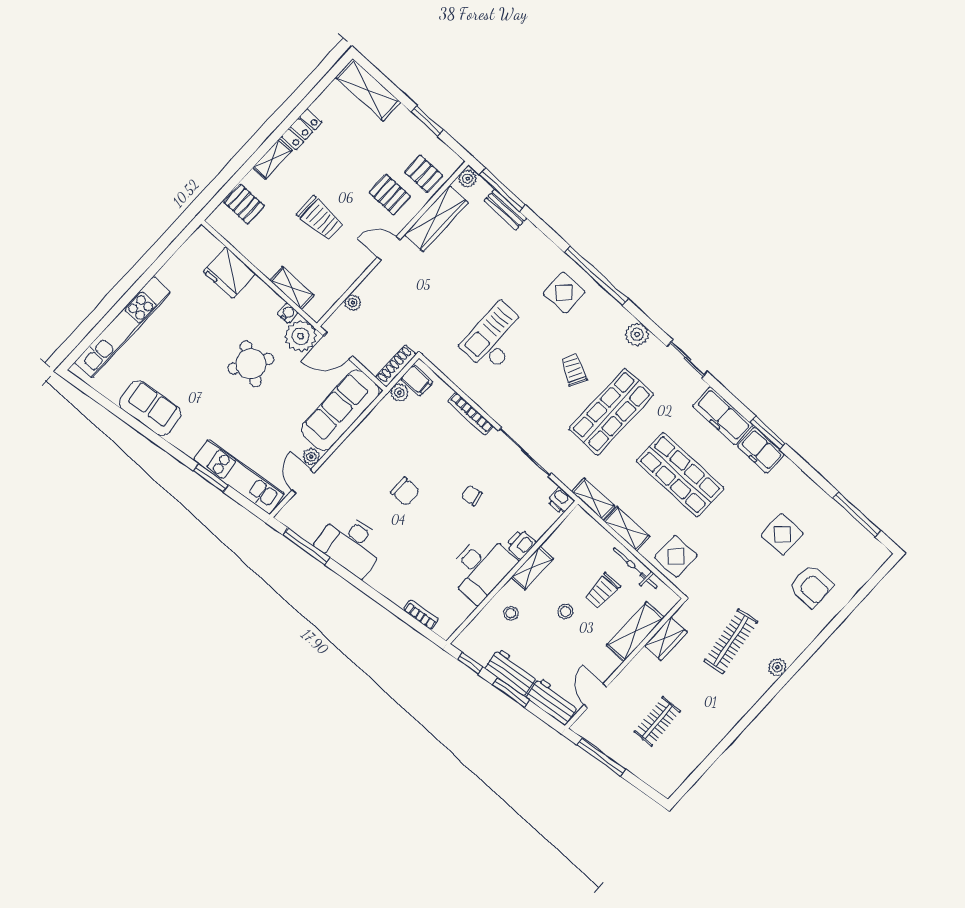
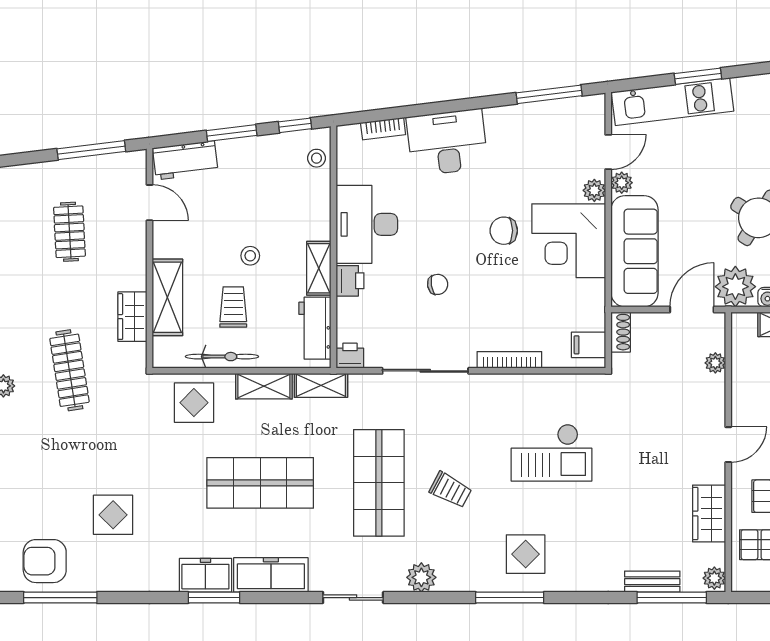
wardrobe: (436, 219) -> (709, 514), width x0.67
window: (596, 276) -> (510, 598), width x0.68
checkout: (495, 338) -> (551, 453), turned 90
shoe rack: (396, 366) -> (621, 332), width x0.70
plant: (399, 393) -> (594, 190), moved
corner desk: (373, 451) -> (569, 241), added
door: (303, 482) -> (608, 152), hinge flipped
desk: (351, 544) -> (447, 142), moved
armchair: (811, 586) -> (45, 561), moved
stool: (511, 613) -> (316, 158), moved
workbench: (511, 672) -> (315, 328), moved, turned 97

